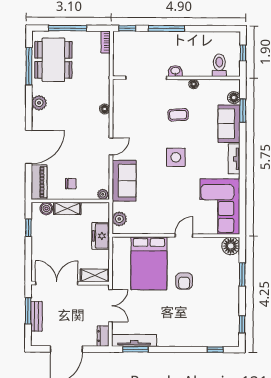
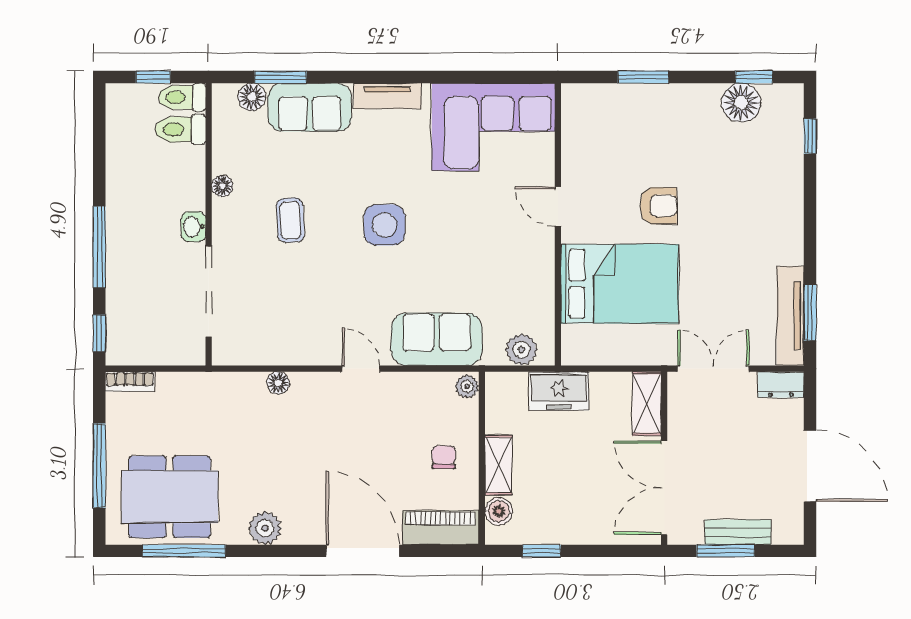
toilet: (234, 66) -> (182, 97), added
floor lamp: (231, 246) -> (741, 103), moved

